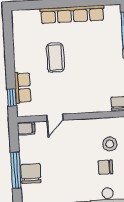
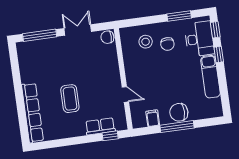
row of seats: (72, 14) -> (32, 113), moved
coffee table: (55, 58) -> (70, 99), turned 90
filing cabinet: (26, 128) -> (153, 118), moved

